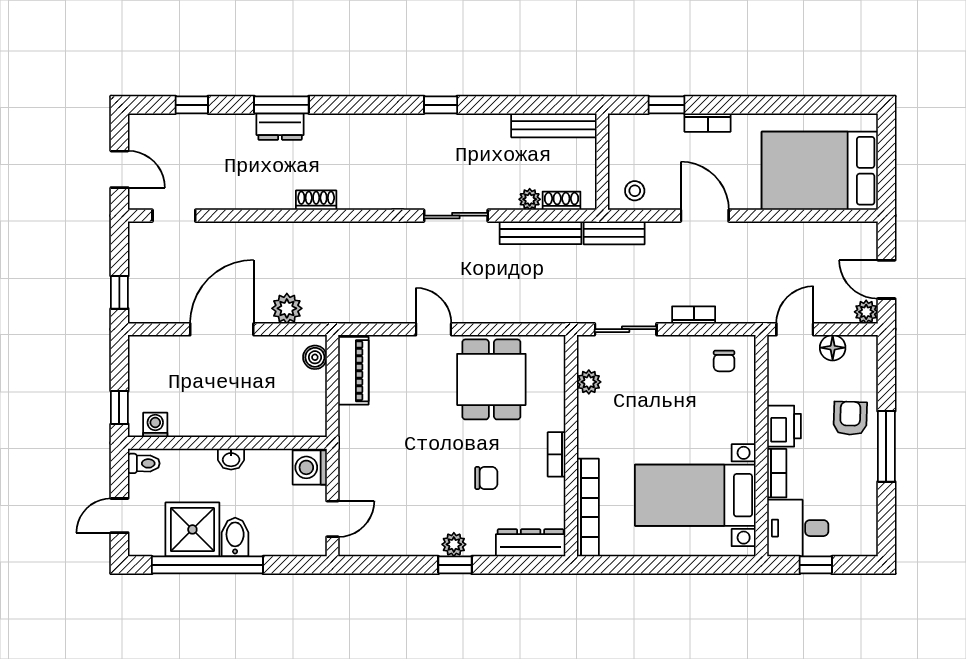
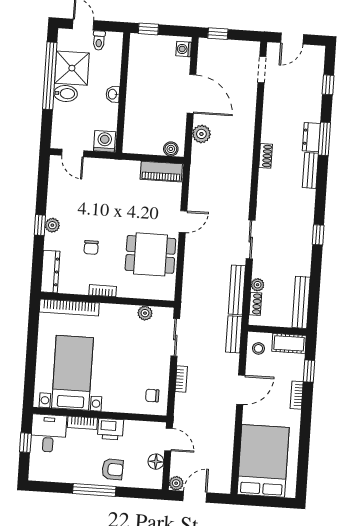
bench: (335, 125) -> (310, 170), added
cot: (623, 141) -> (289, 343), added
washing machine: (155, 425) -> (184, 49), moved, turned 180
toilet: (144, 463) -> (99, 40), moved

